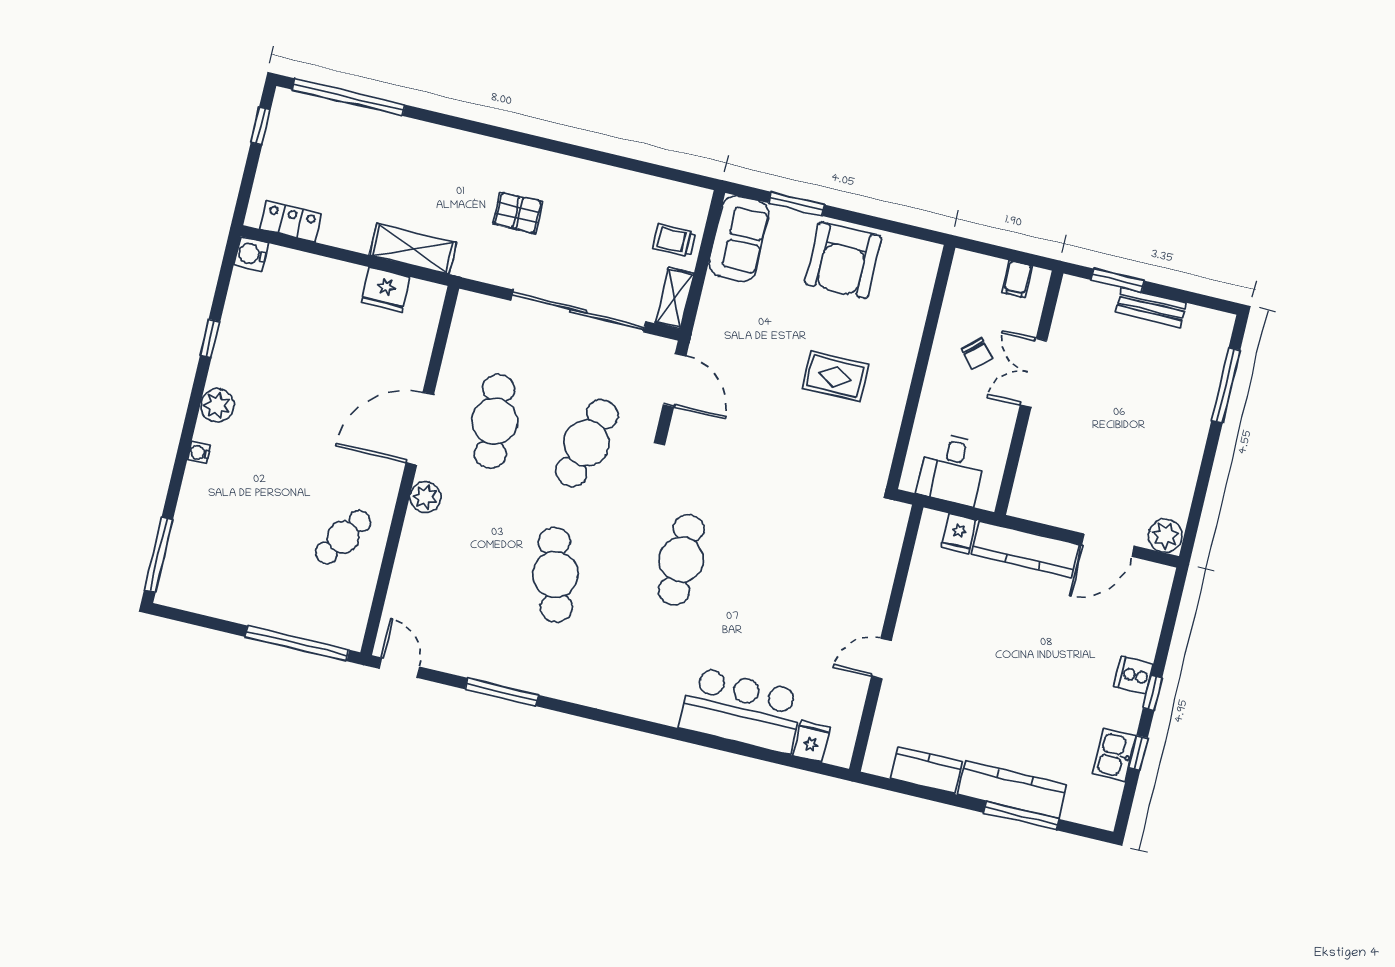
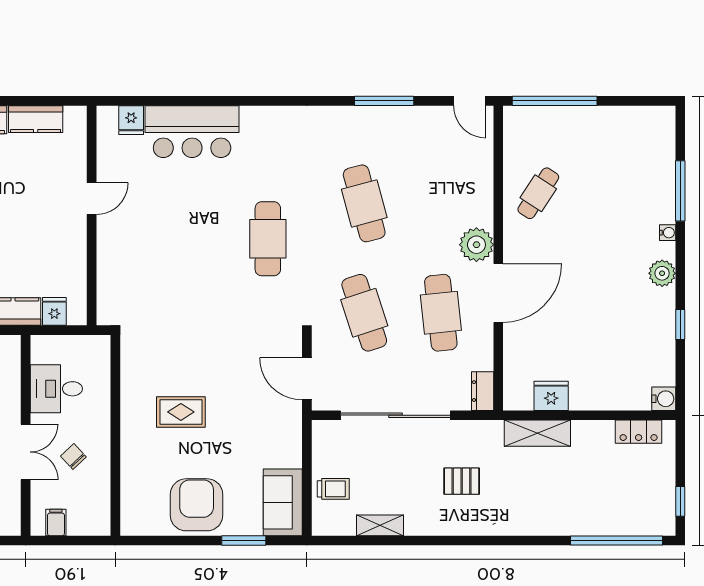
shelving: (675, 298) -> (380, 525), moved, turned 90
dresser: (467, 315) -> (483, 391), added
cafe table: (587, 443) -> (364, 313), turned -33
desk: (952, 469) -> (56, 389), moved, turned -90
plant: (425, 497) -> (476, 245), width x1.36, depth x1.36
window: (159, 555) -> (680, 191), moved

